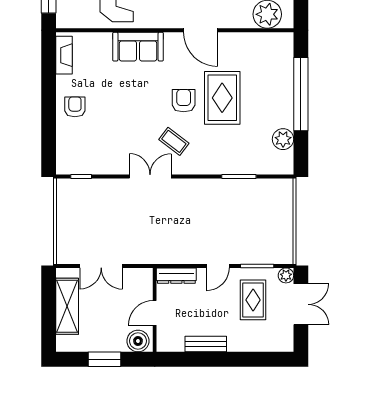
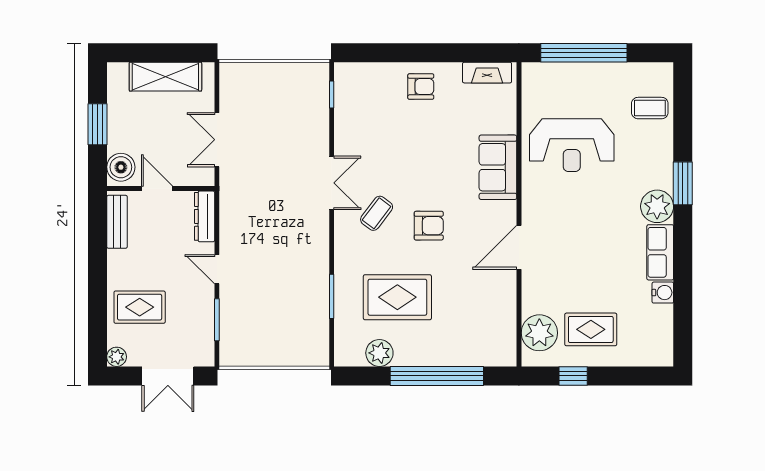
rug: (222, 98) -> (397, 297), moved
double door: (101, 266) -> (217, 140), moved
plant: (286, 275) -> (117, 357), moved
rug: (253, 300) -> (140, 307), moved
bench: (206, 344) -> (117, 222), moved

